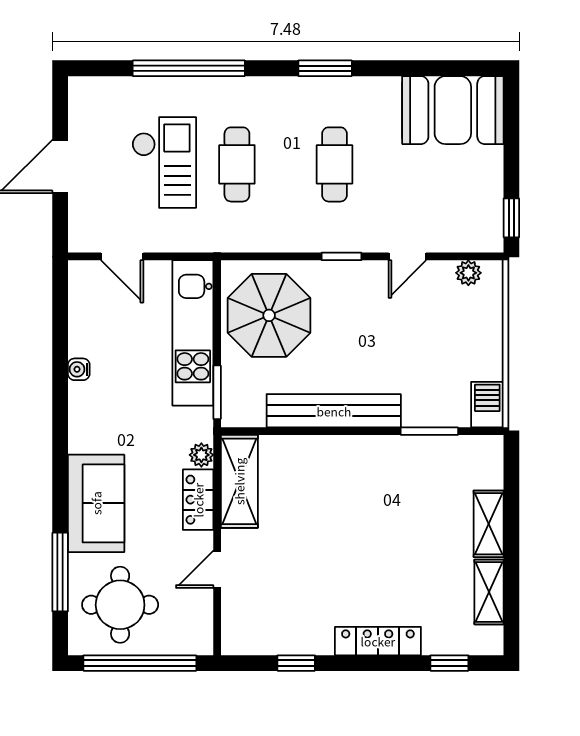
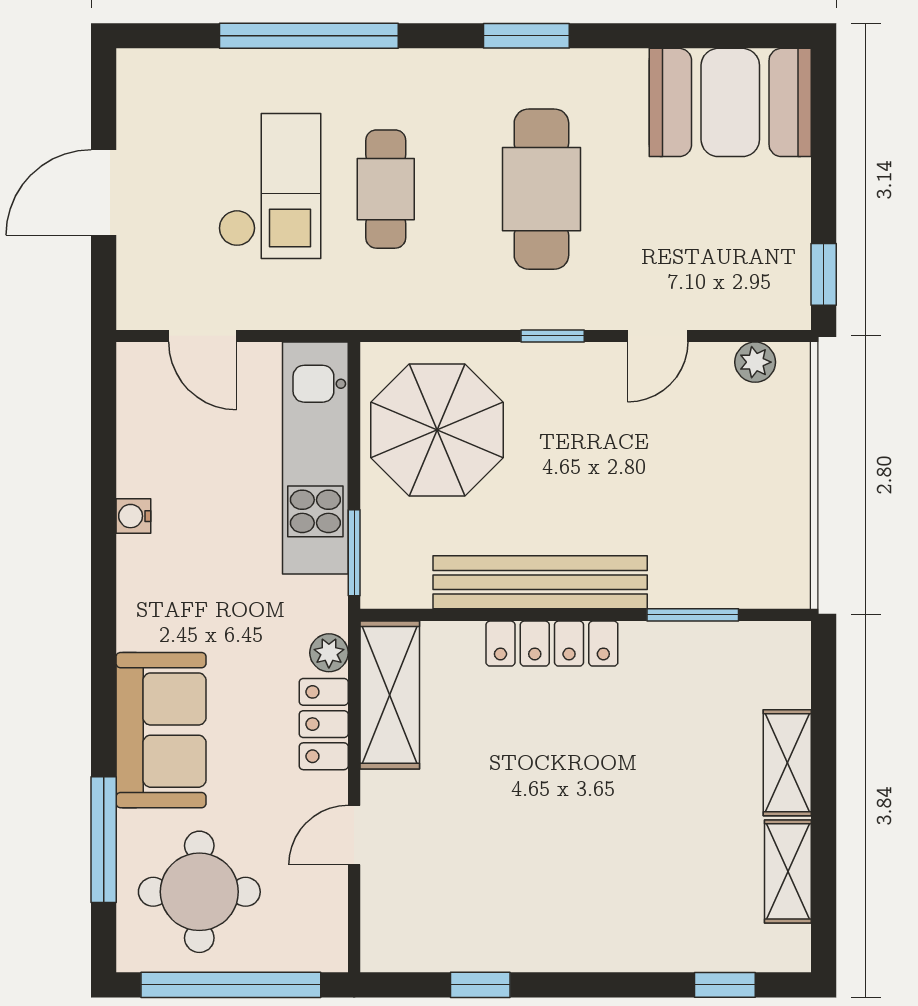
cafe table: (334, 164) -> (541, 189), width x1.37, depth x1.35
barbecue: (487, 405) -> (785, 572), removed
locker: (378, 641) -> (552, 644), moved, turned 180

